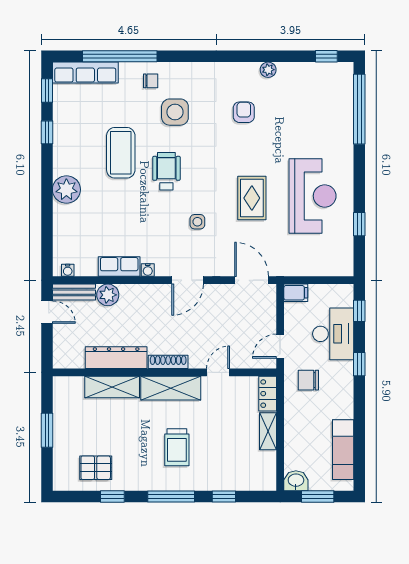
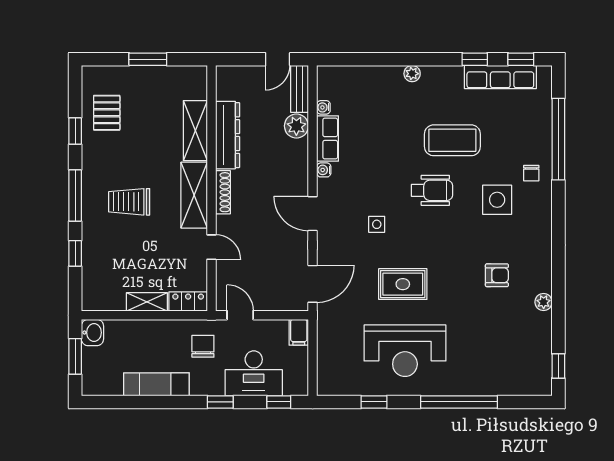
row of seats: (85, 73) -> (500, 77), moved, turned -90
window: (359, 109) -> (459, 402), moved
plant: (66, 190) -> (412, 74), width x0.53, depth x0.53
water cooler: (68, 270) -> (323, 107), moved
exam couch: (343, 450) -> (156, 384), moved

